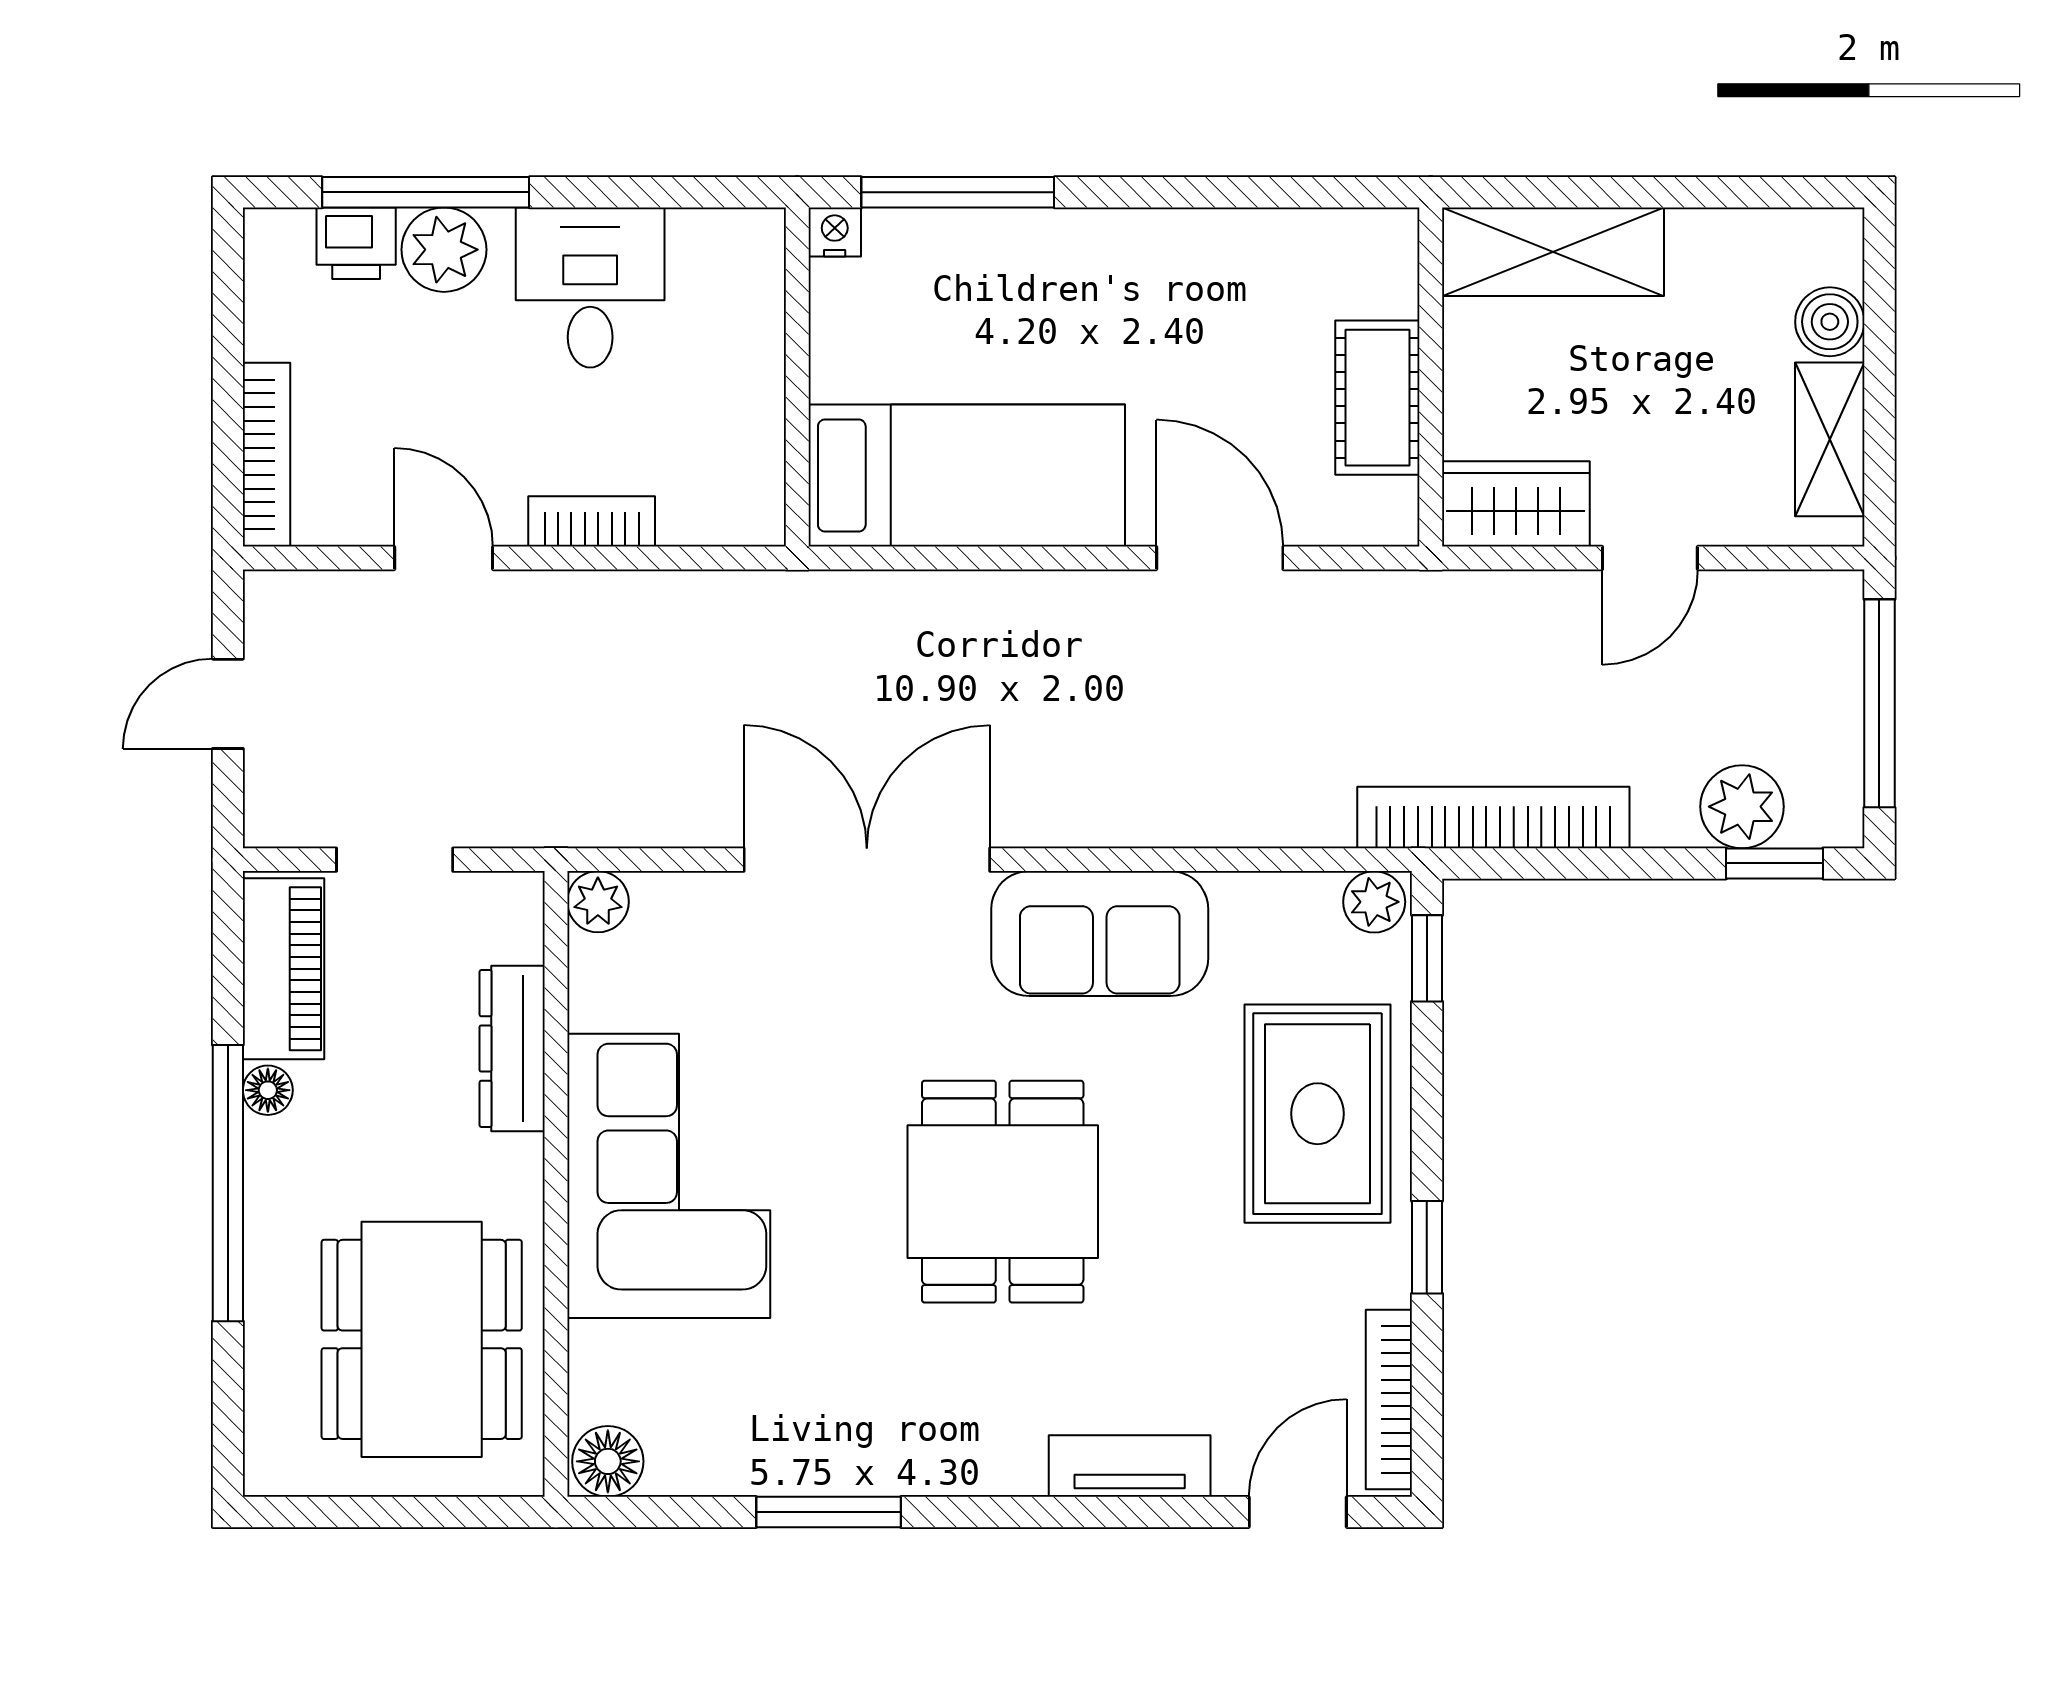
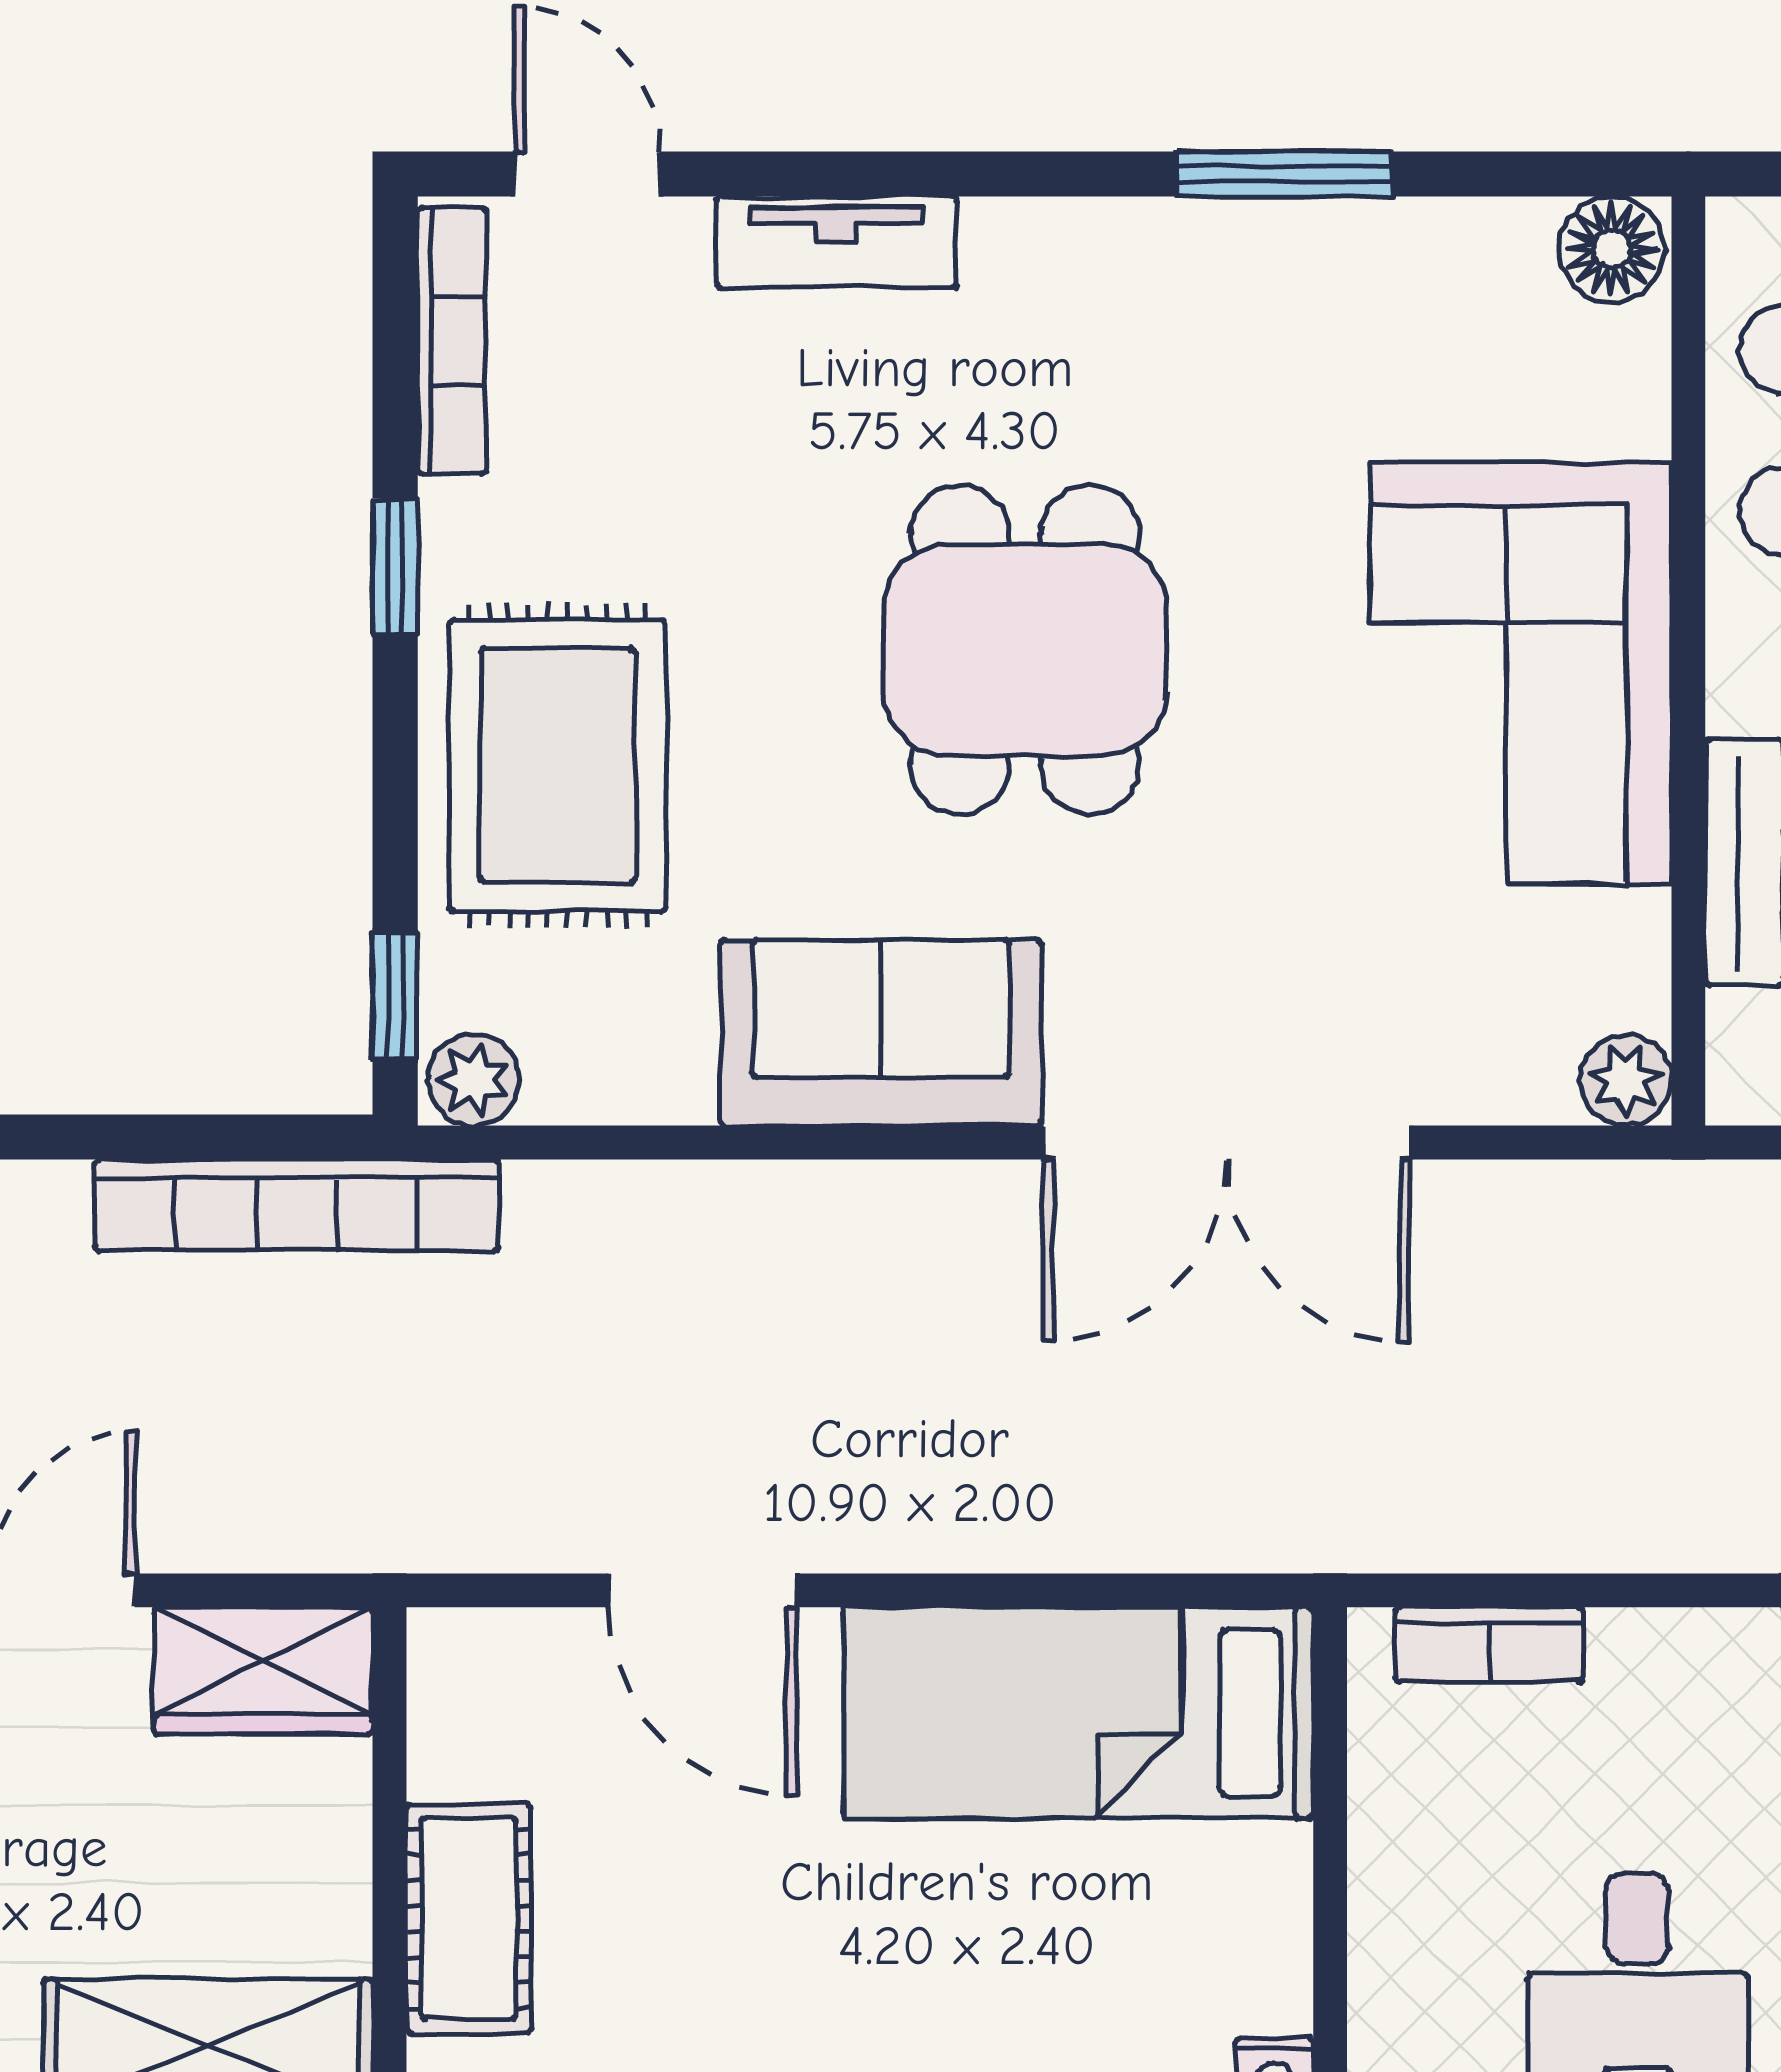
cot: (1377, 398) -> (469, 1919), moved
bookcase: (592, 521) -> (1489, 1645), moved
door: (1298, 1512) -> (587, 174), swing flipped

